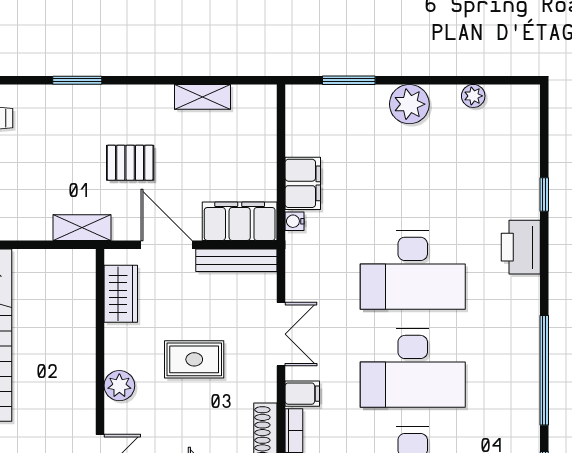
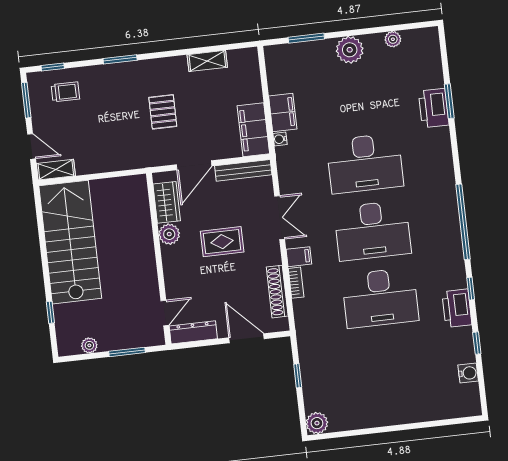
pallet: (130, 163) -> (163, 112), turned 90
window: (544, 194) -> (449, 101), width x1.50
filing cabinet: (240, 221) -> (253, 130), moved, turned -90
shelving: (82, 228) -> (135, 160), removed
door: (166, 245) -> (194, 165), swing flipped
printer: (521, 247) -> (434, 108), moved
plant: (119, 386) -> (169, 234), moved

